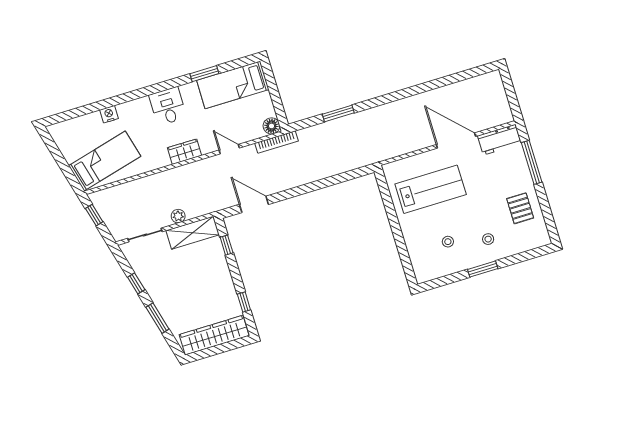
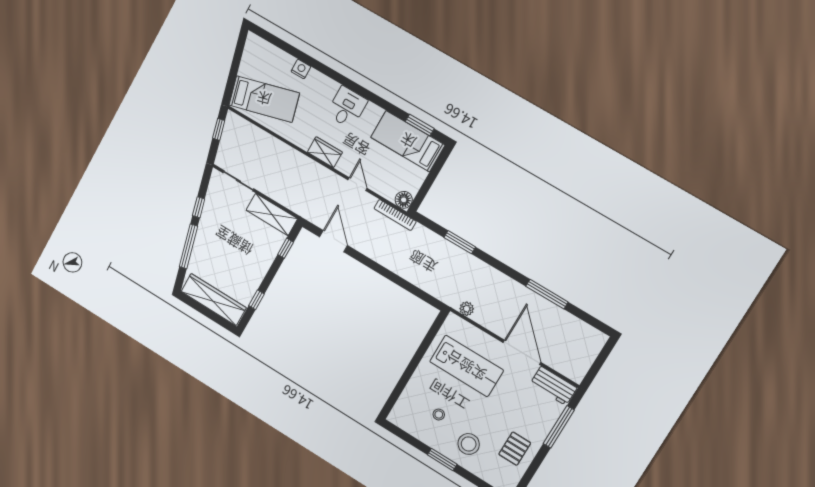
window: (204, 74) -> (420, 125), moved
window: (430, 85) -> (547, 294), added
plant: (178, 216) -> (467, 309), moved
stool: (488, 239) -> (469, 444), width x1.89, depth x1.89
window: (157, 318) -> (188, 246), width x1.44

